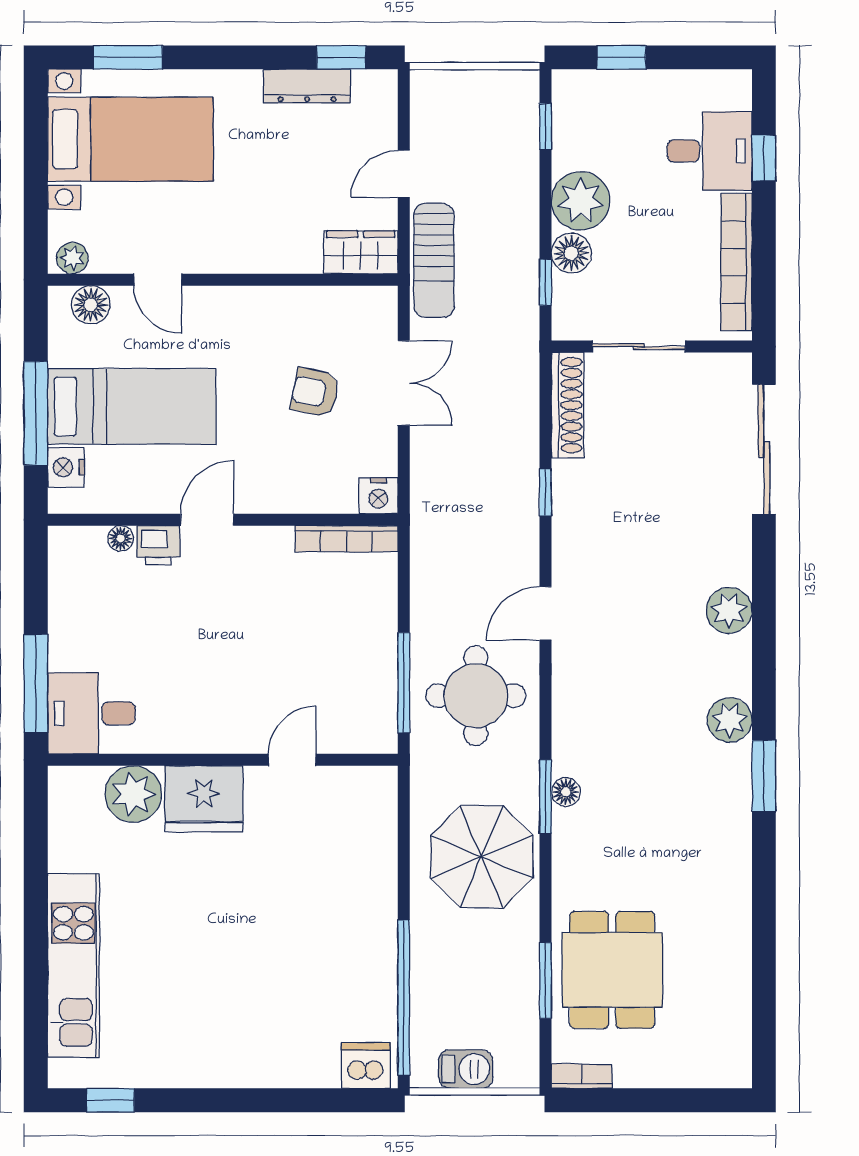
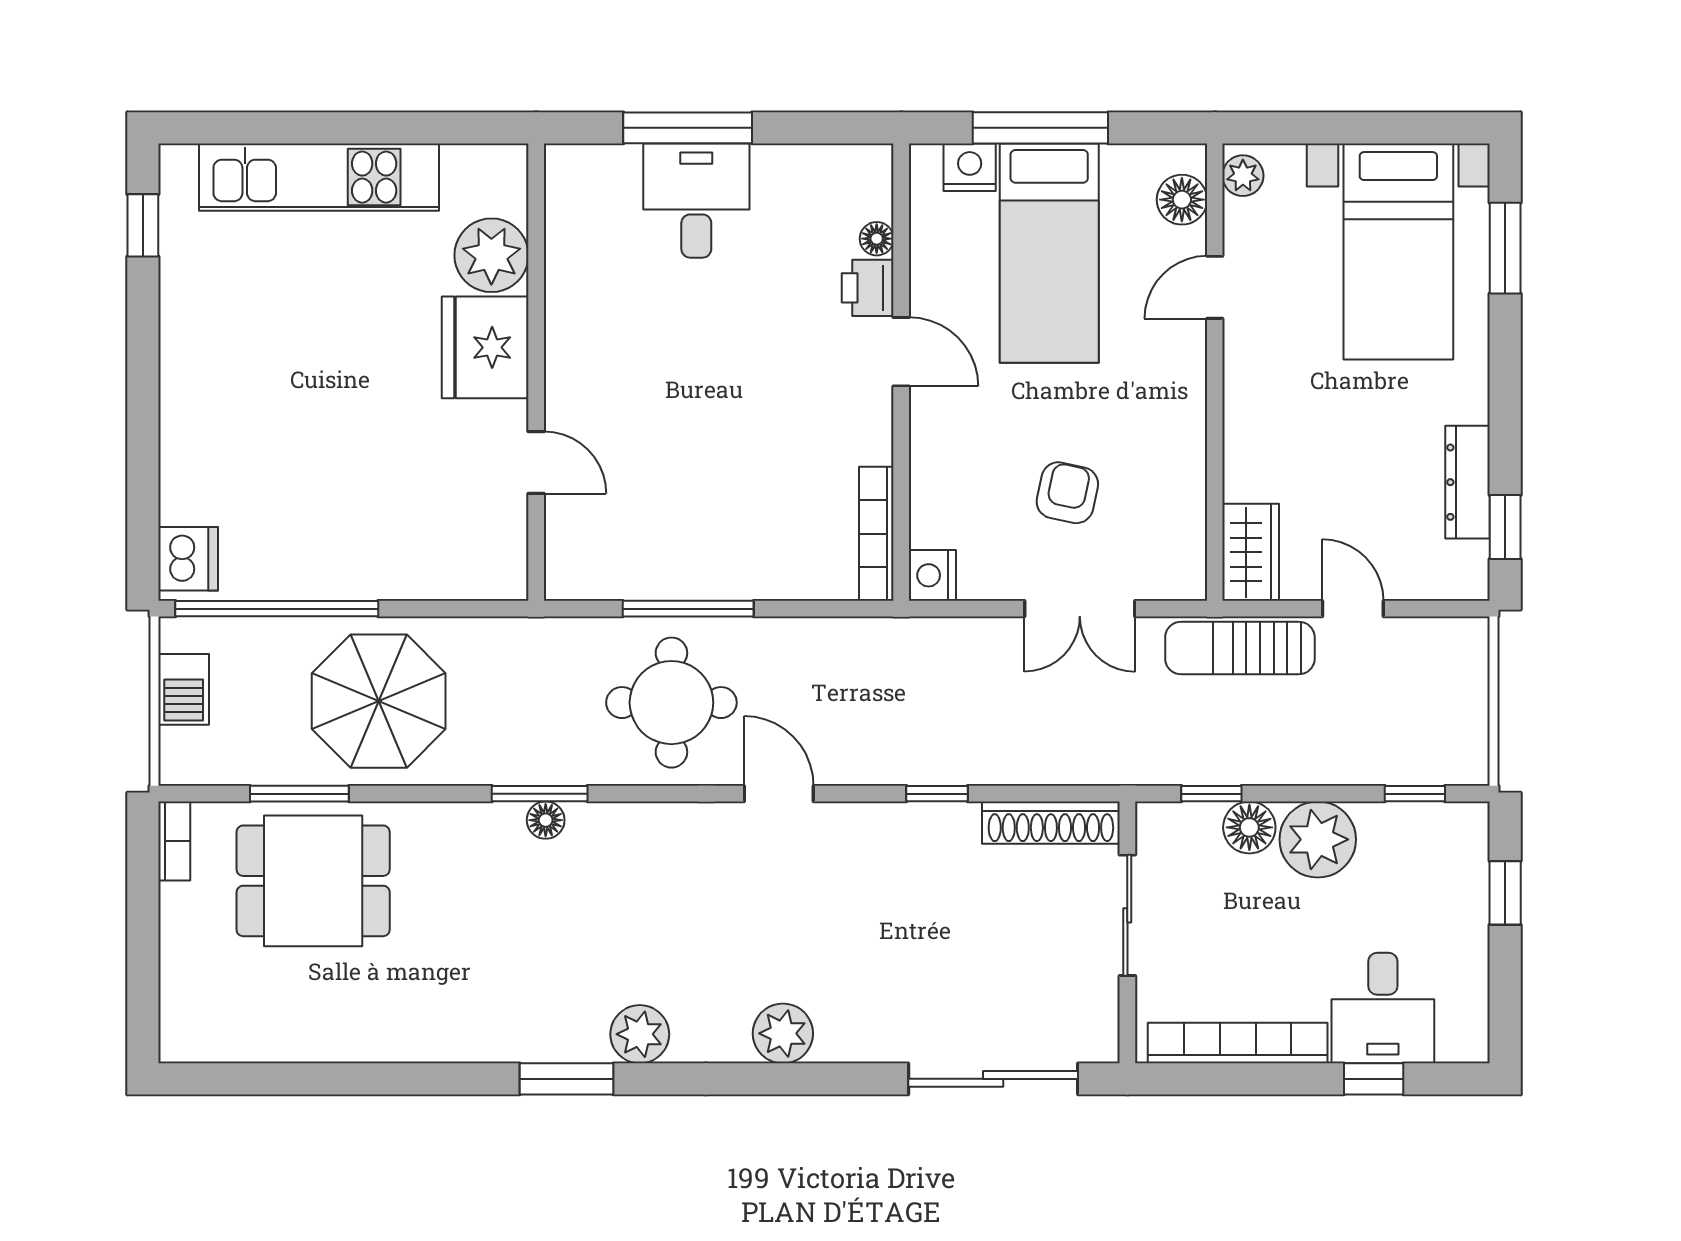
desk: (91, 713) -> (696, 201), moved
wall: (223, 760) -> (536, 372), moved
door: (292, 760) -> (536, 463), moved
plant: (133, 794) -> (491, 255), moved
fridge: (204, 799) -> (485, 347), moved
parasol: (482, 857) -> (379, 701), moved

